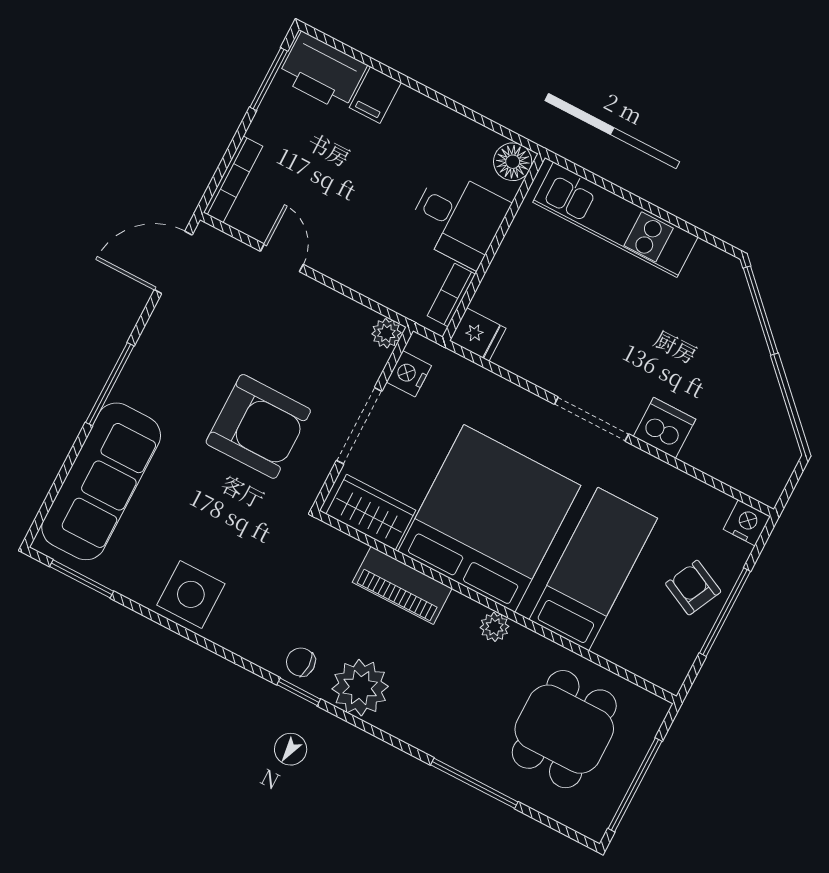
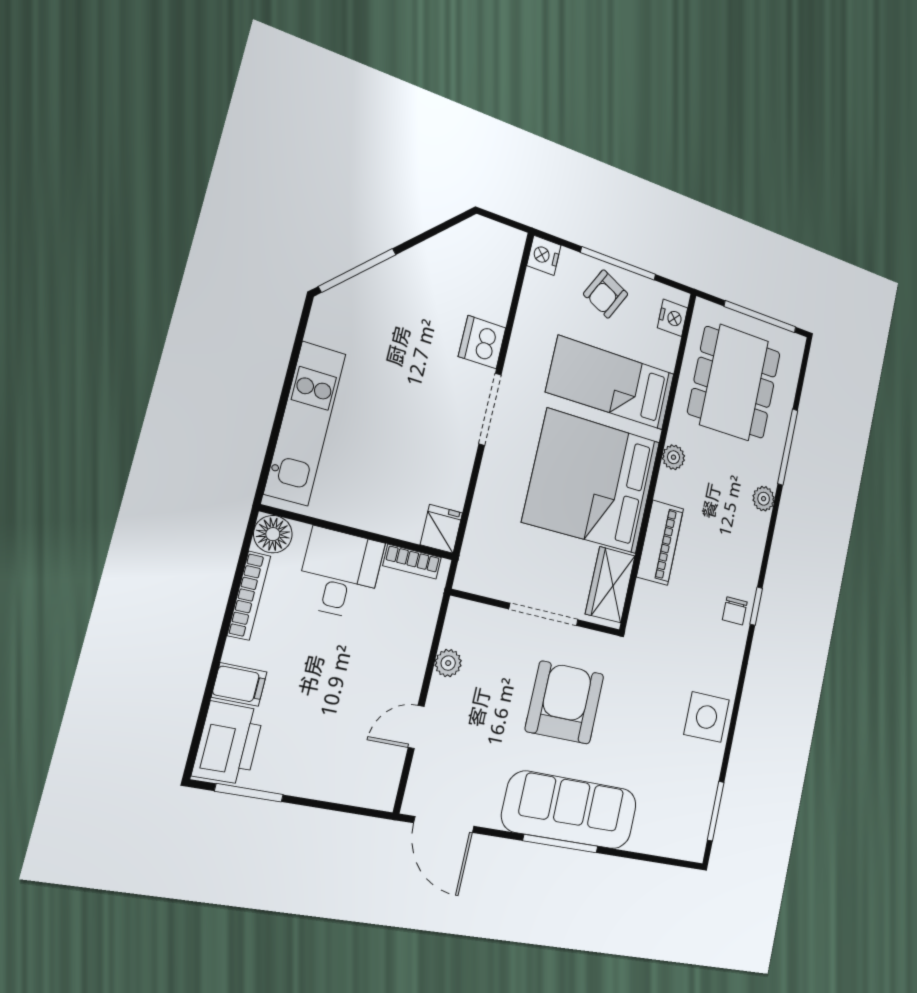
bookcase: (233, 179) -> (249, 596), moved, turned 90
plant: (386, 333) -> (448, 663), moved
nightstand: (409, 374) -> (673, 318), moved, turned -90
sofa: (101, 481) -> (570, 810), moved
plant: (360, 688) -> (764, 499), moved, width x0.53, depth x0.53
dining table: (564, 729) -> (734, 383), width x1.38

